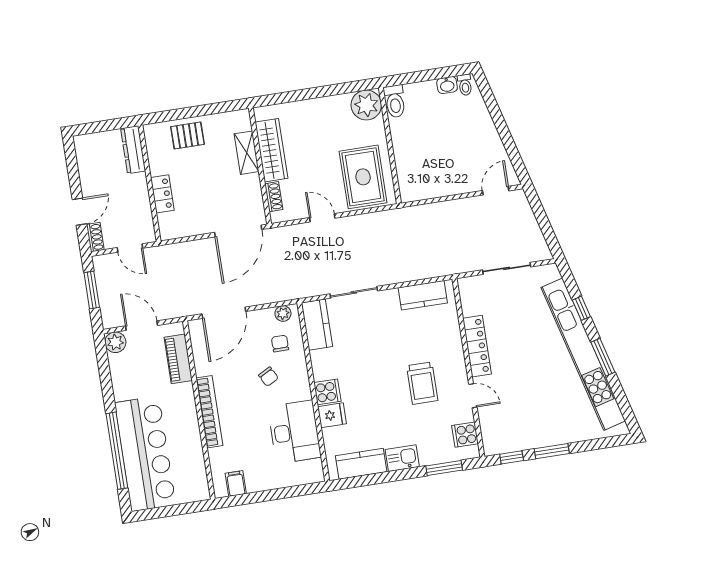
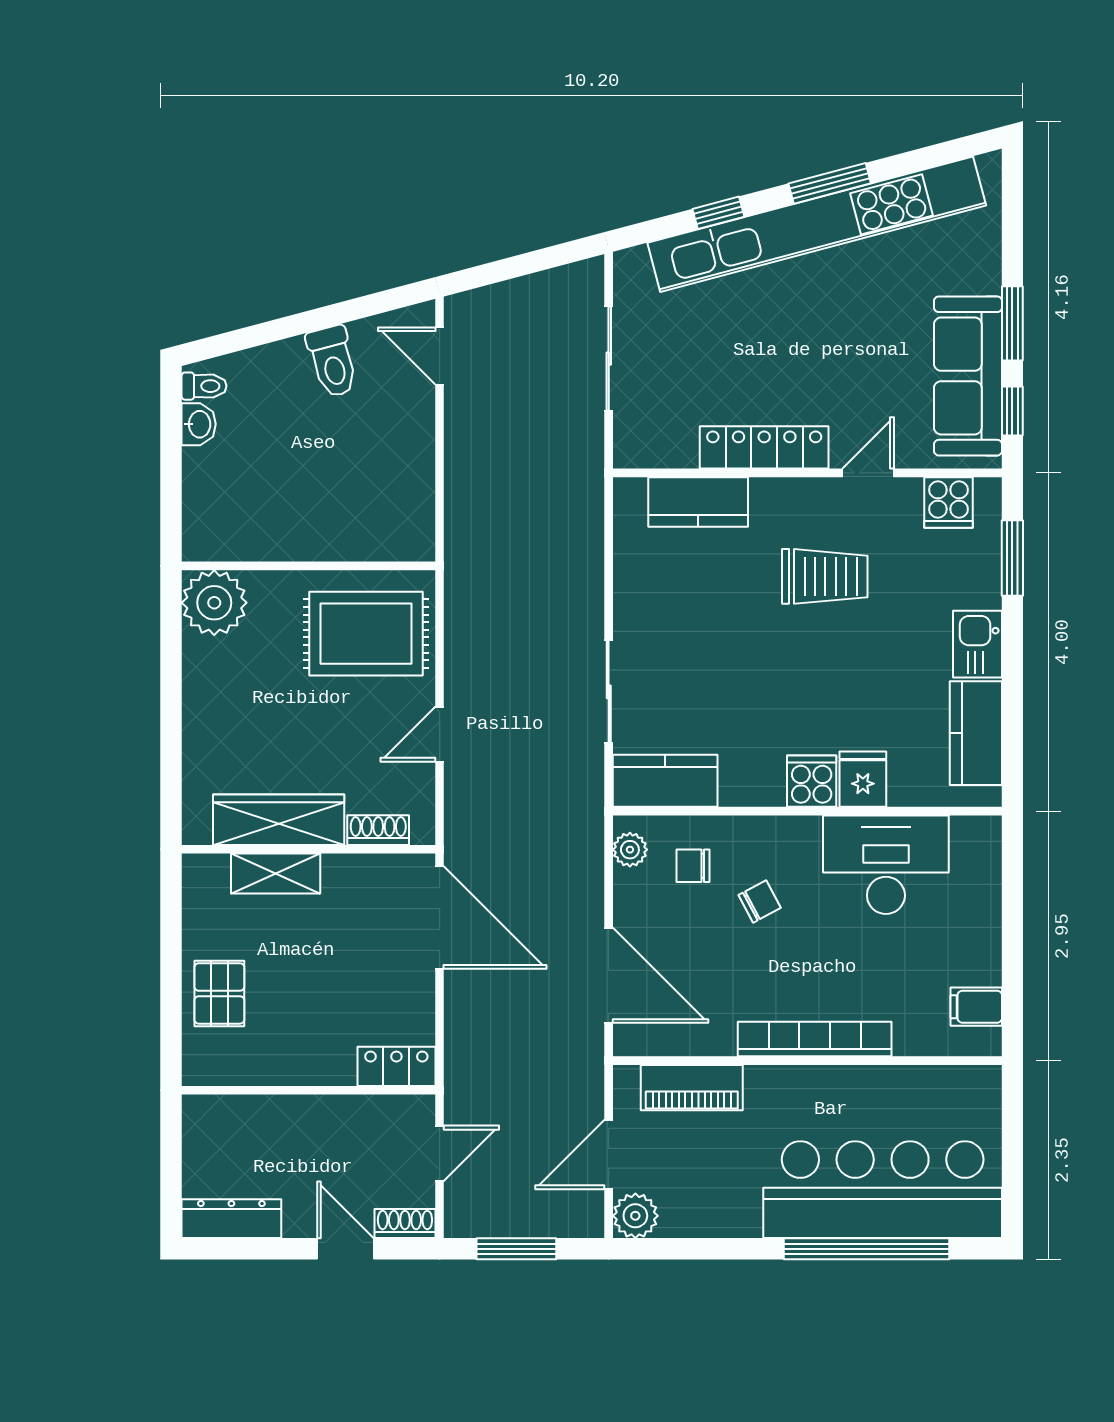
toilet: (395, 101) -> (333, 361), moved, turned 75
dresser: (133, 150) -> (231, 1219), moved, turned 180
locker: (162, 194) -> (396, 1066), moved
kitchen counter: (423, 295) -> (698, 502), moved, turned 90
sofa: (524, 434) -> (968, 376), added

